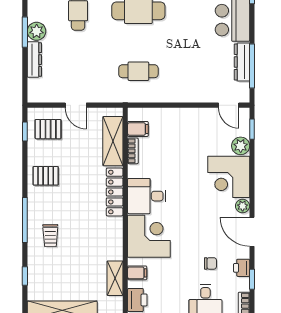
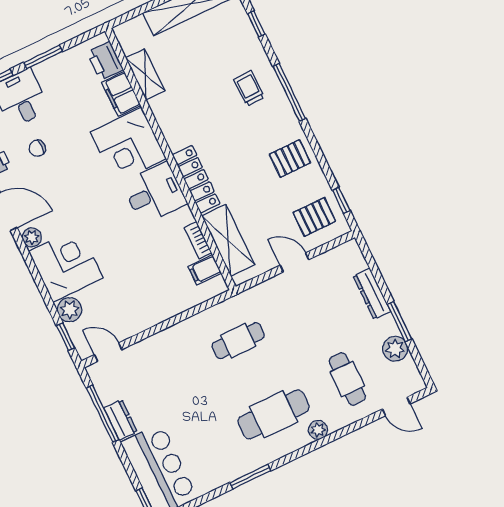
plant: (37, 31) -> (395, 349), moved
dresser: (242, 62) -> (121, 420), width x0.70
filing cabinet: (137, 273) -> (121, 94), width x2.00

